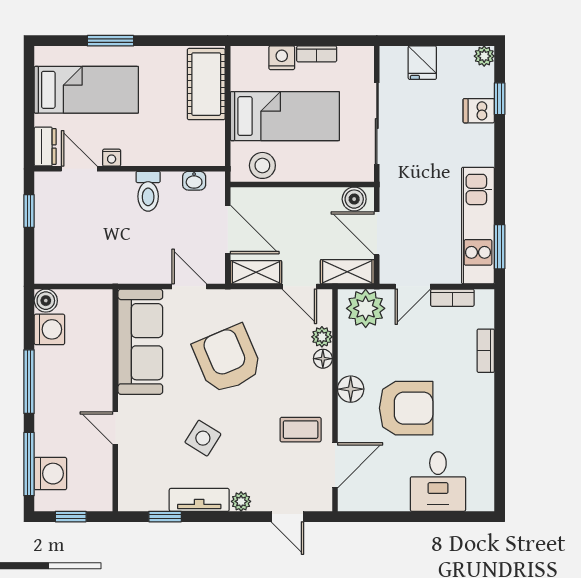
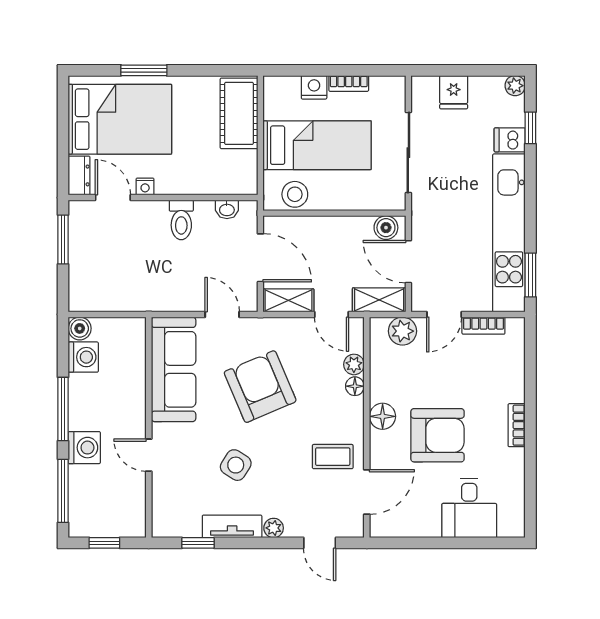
bed: (86, 90) -> (120, 119), width x1.50
window: (29, 211) -> (63, 239), width x1.50
kitchen unit: (478, 226) -> (509, 233), width x1.36
plant: (366, 308) -> (402, 331), width x0.73, depth x0.73
bookcase: (486, 351) -> (517, 425), moved
washing machine: (50, 474) -> (84, 448), moved

